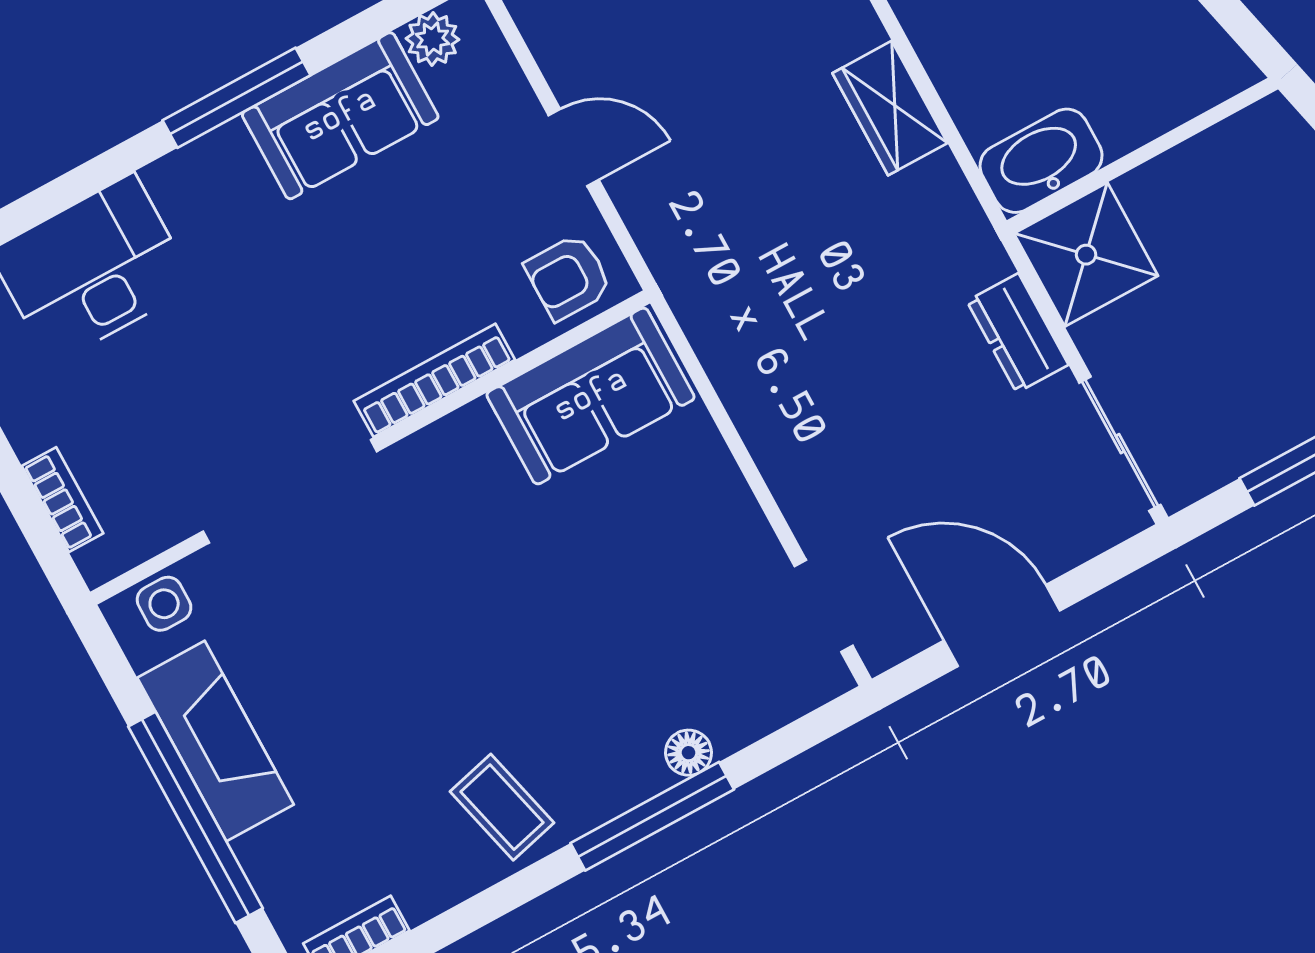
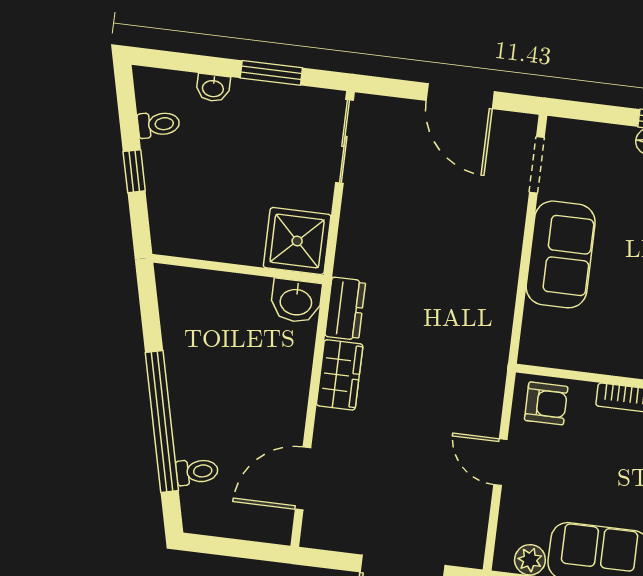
washbasin: (1041, 161) -> (296, 301), width x0.72
dresser: (1018, 333) -> (345, 309), moved
sofa: (591, 396) -> (561, 254), moved, turned 90

